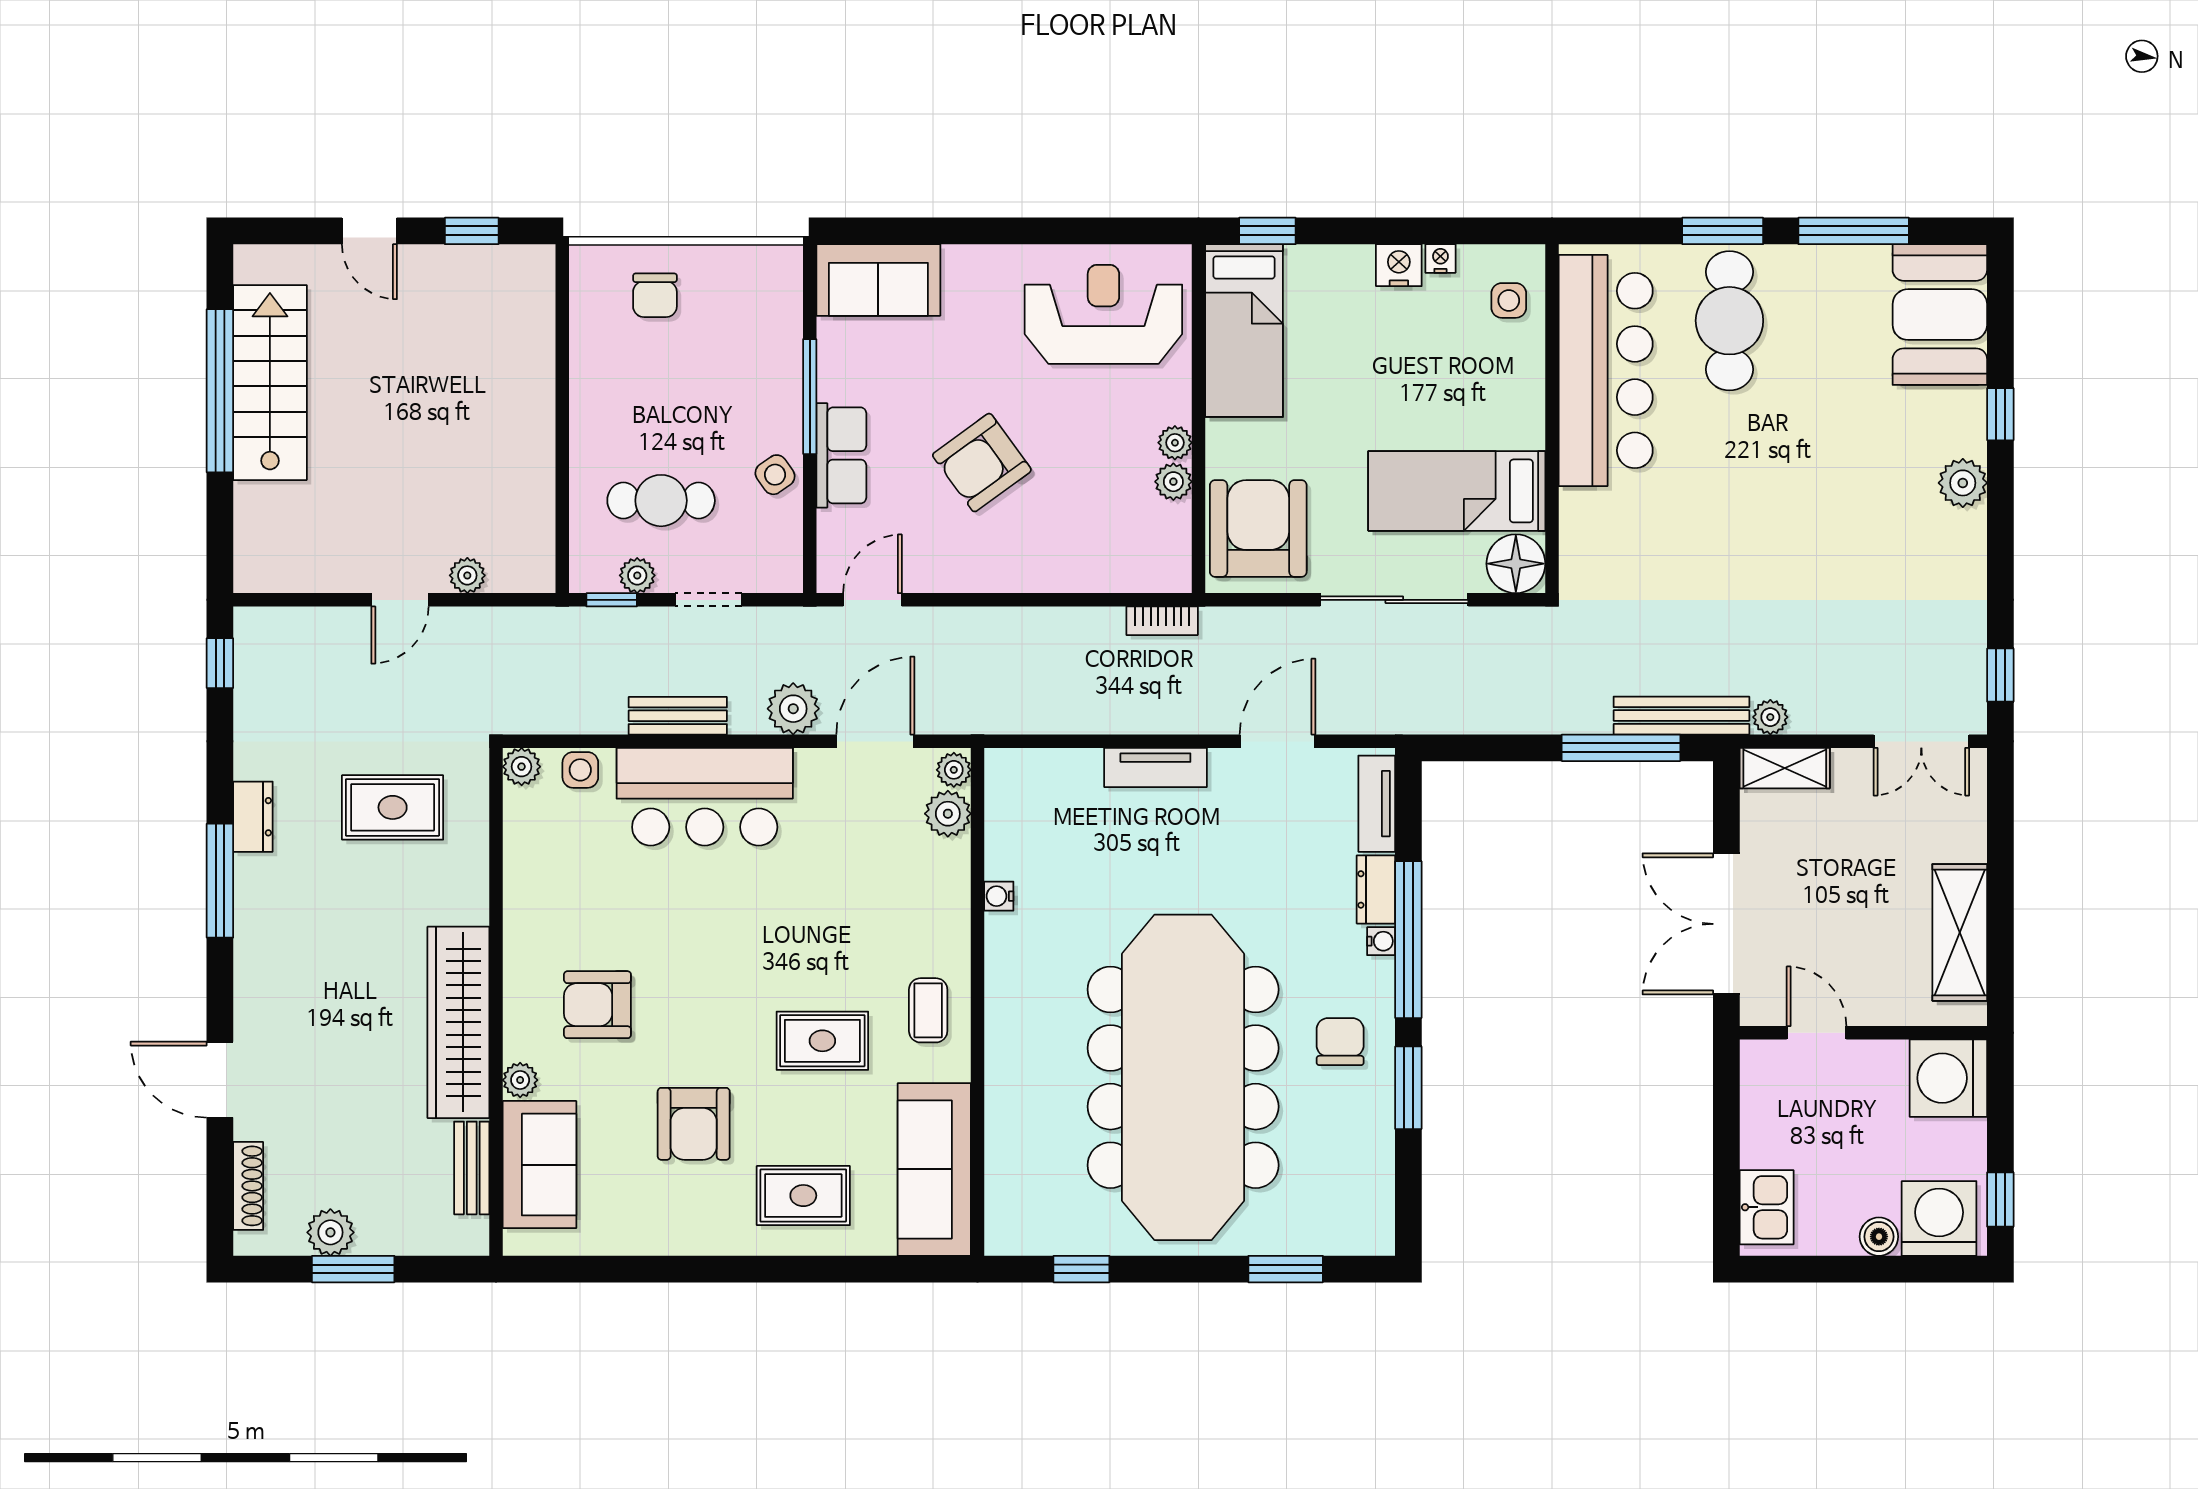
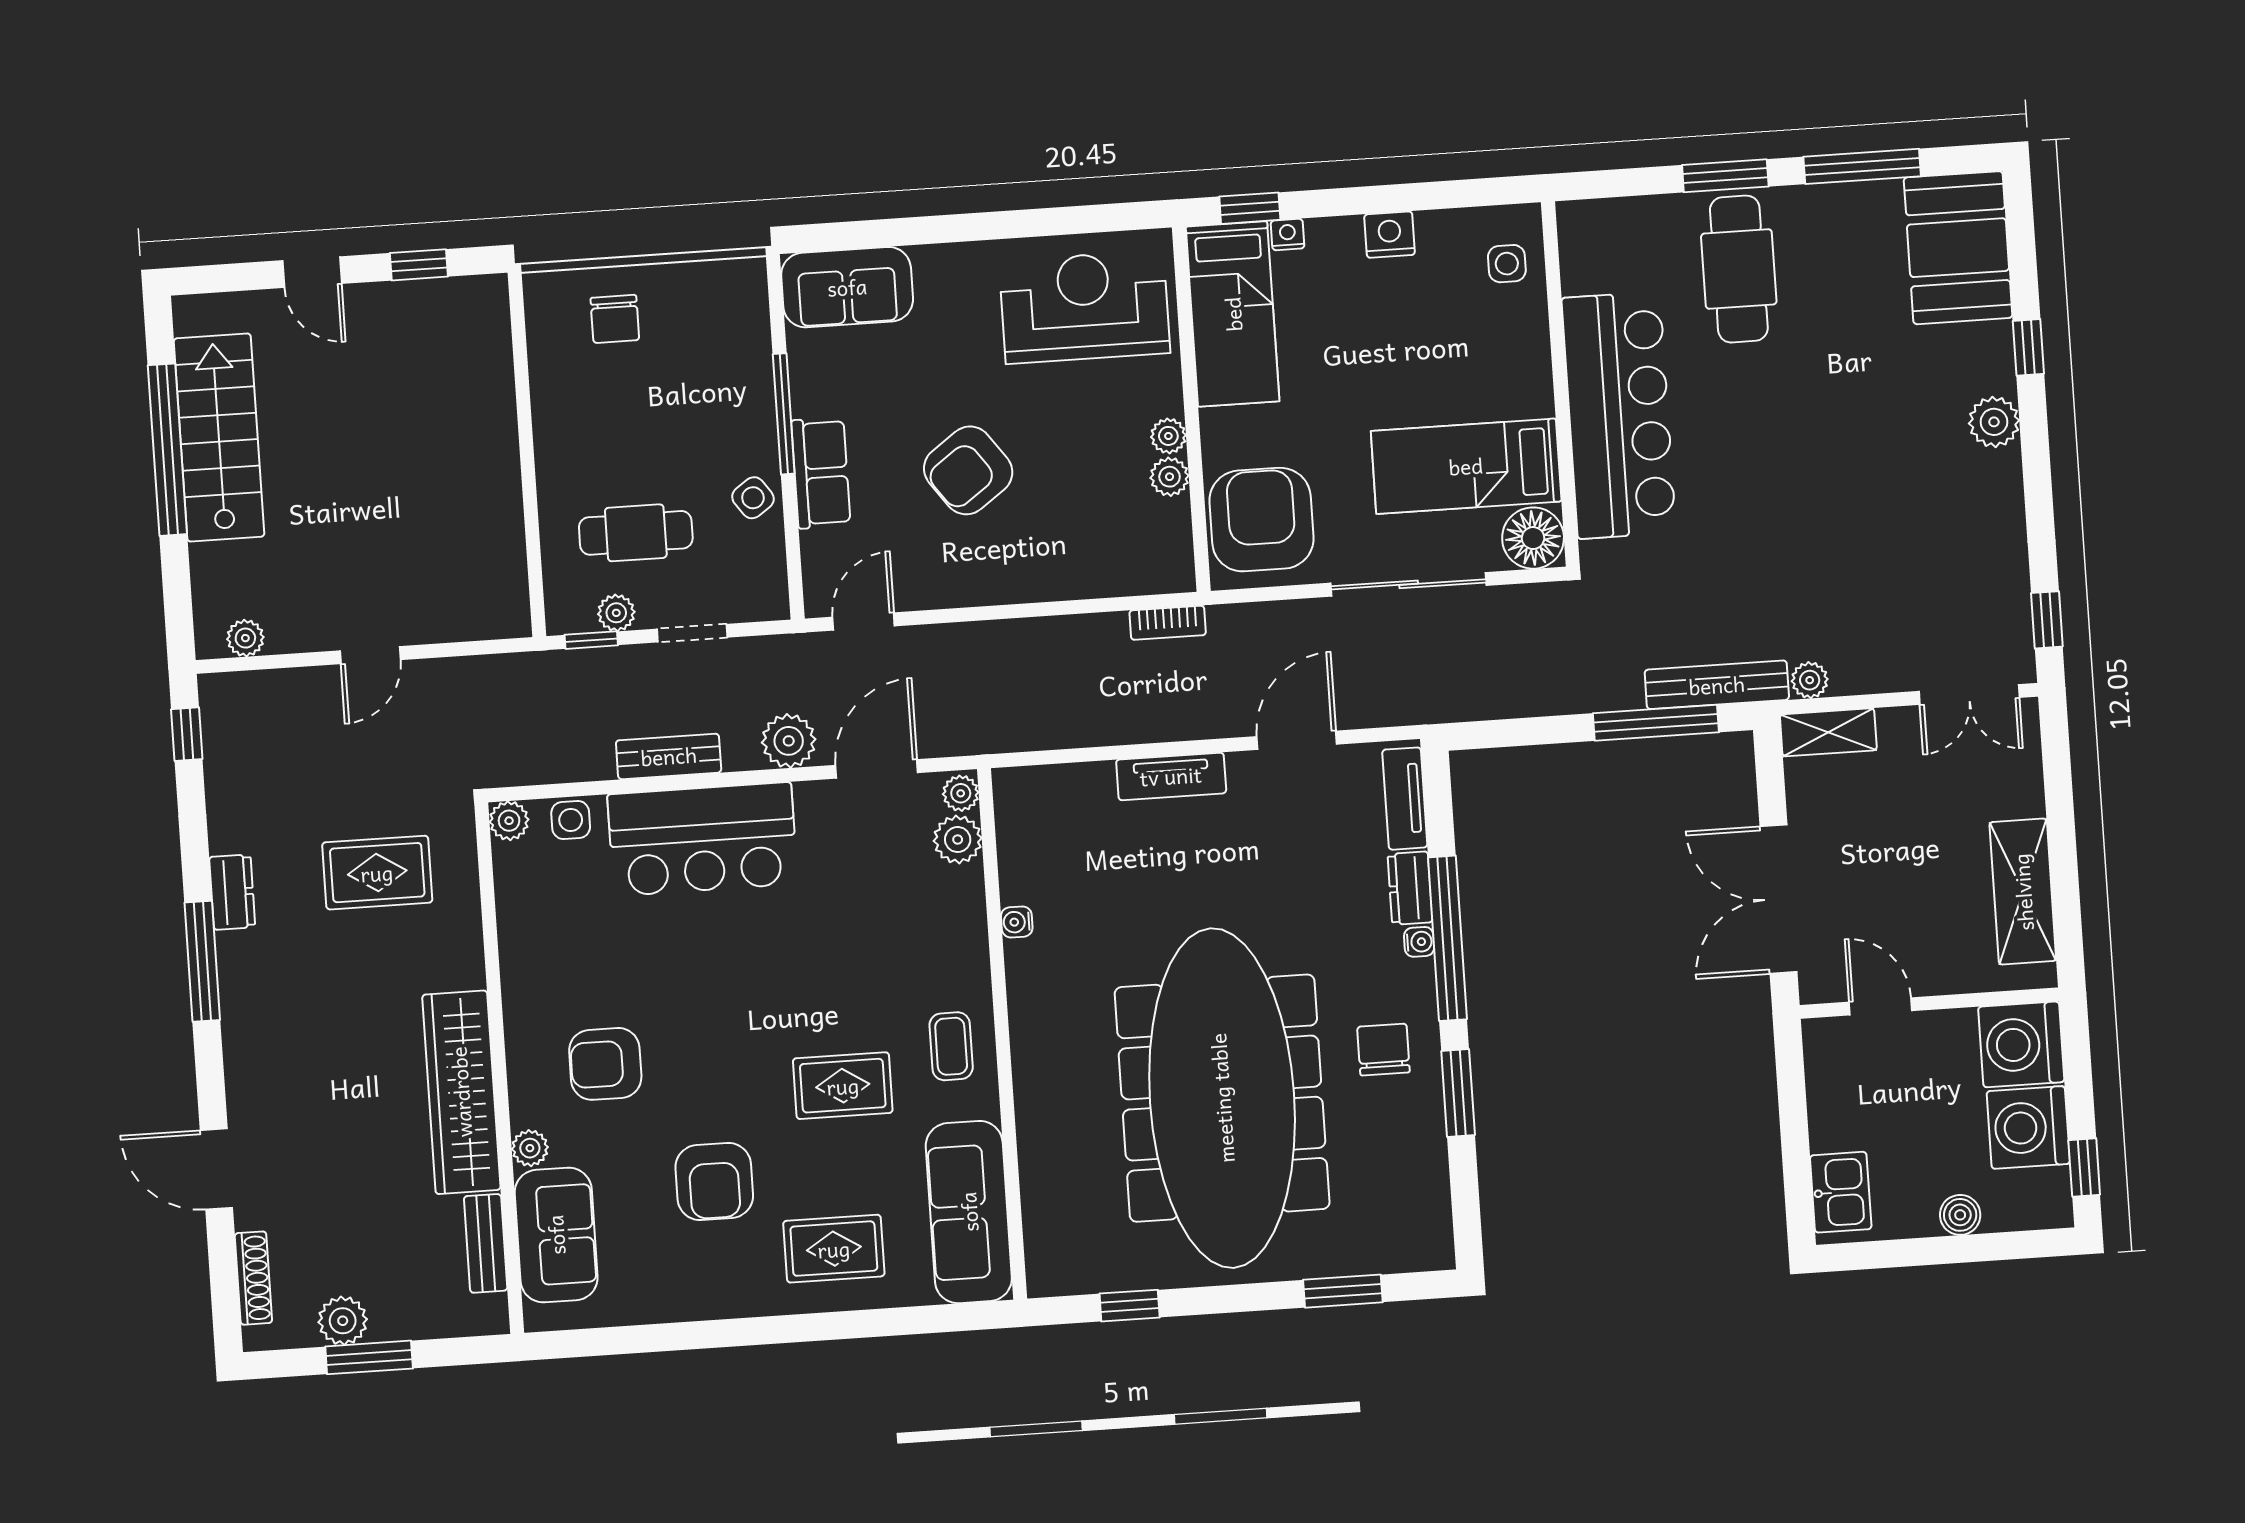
nightstand: (1440, 258) -> (1288, 235), moved
bar counter: (1606, 371) -> (1619, 415), moved
plant: (467, 575) -> (245, 638), moved
washing machine: (1939, 1218) -> (2028, 1127), moved, turned -90

